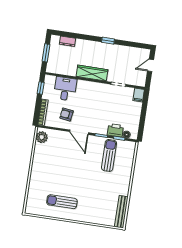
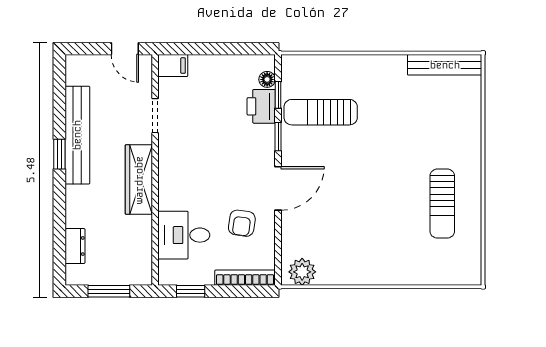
bench: (115, 50) -> (77, 135), added
door: (151, 65) -> (125, 49), moved

